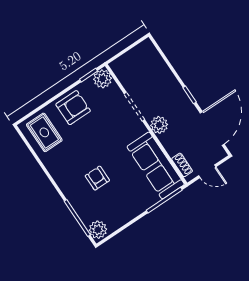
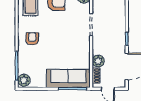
plant: (159, 125) -> (98, 61), moved
sofa: (156, 165) -> (68, 78), moved, turned 90
armchair: (97, 178) -> (32, 39), moved

